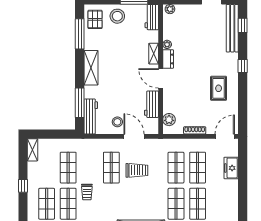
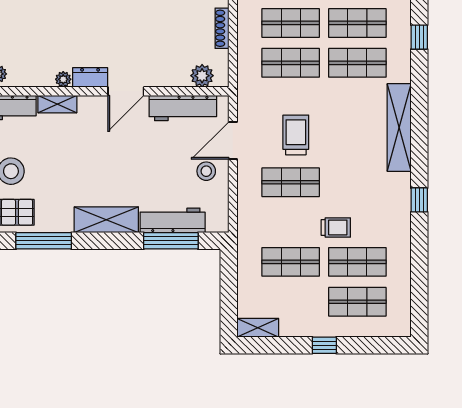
shelving: (154, 54) -> (57, 104), moved
workbench: (152, 104) -> (183, 108), width x1.38
workbench: (91, 116) -> (173, 220), moved

